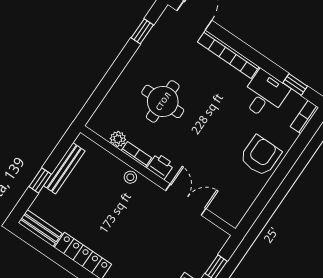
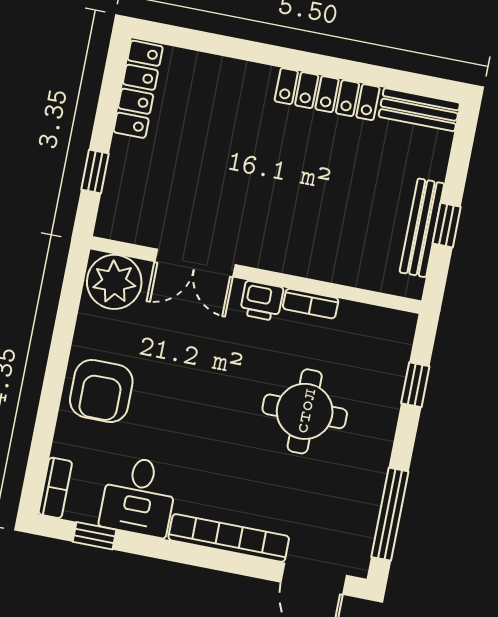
window: (142, 31) -> (390, 514), width x2.17
window: (101, 91) -> (415, 385), added
plant: (118, 139) -> (114, 282), moved, width x1.87, depth x1.87
stool: (130, 177) -> (304, 261), removed
window: (40, 180) -> (447, 225), moved

